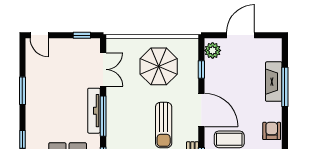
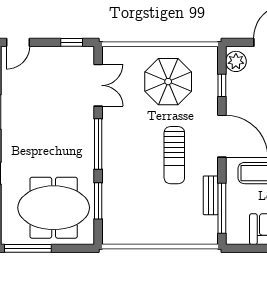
door: (39, 35) -> (18, 42), hinge flipped
tv unit: (94, 111) -> (87, 137), removed

